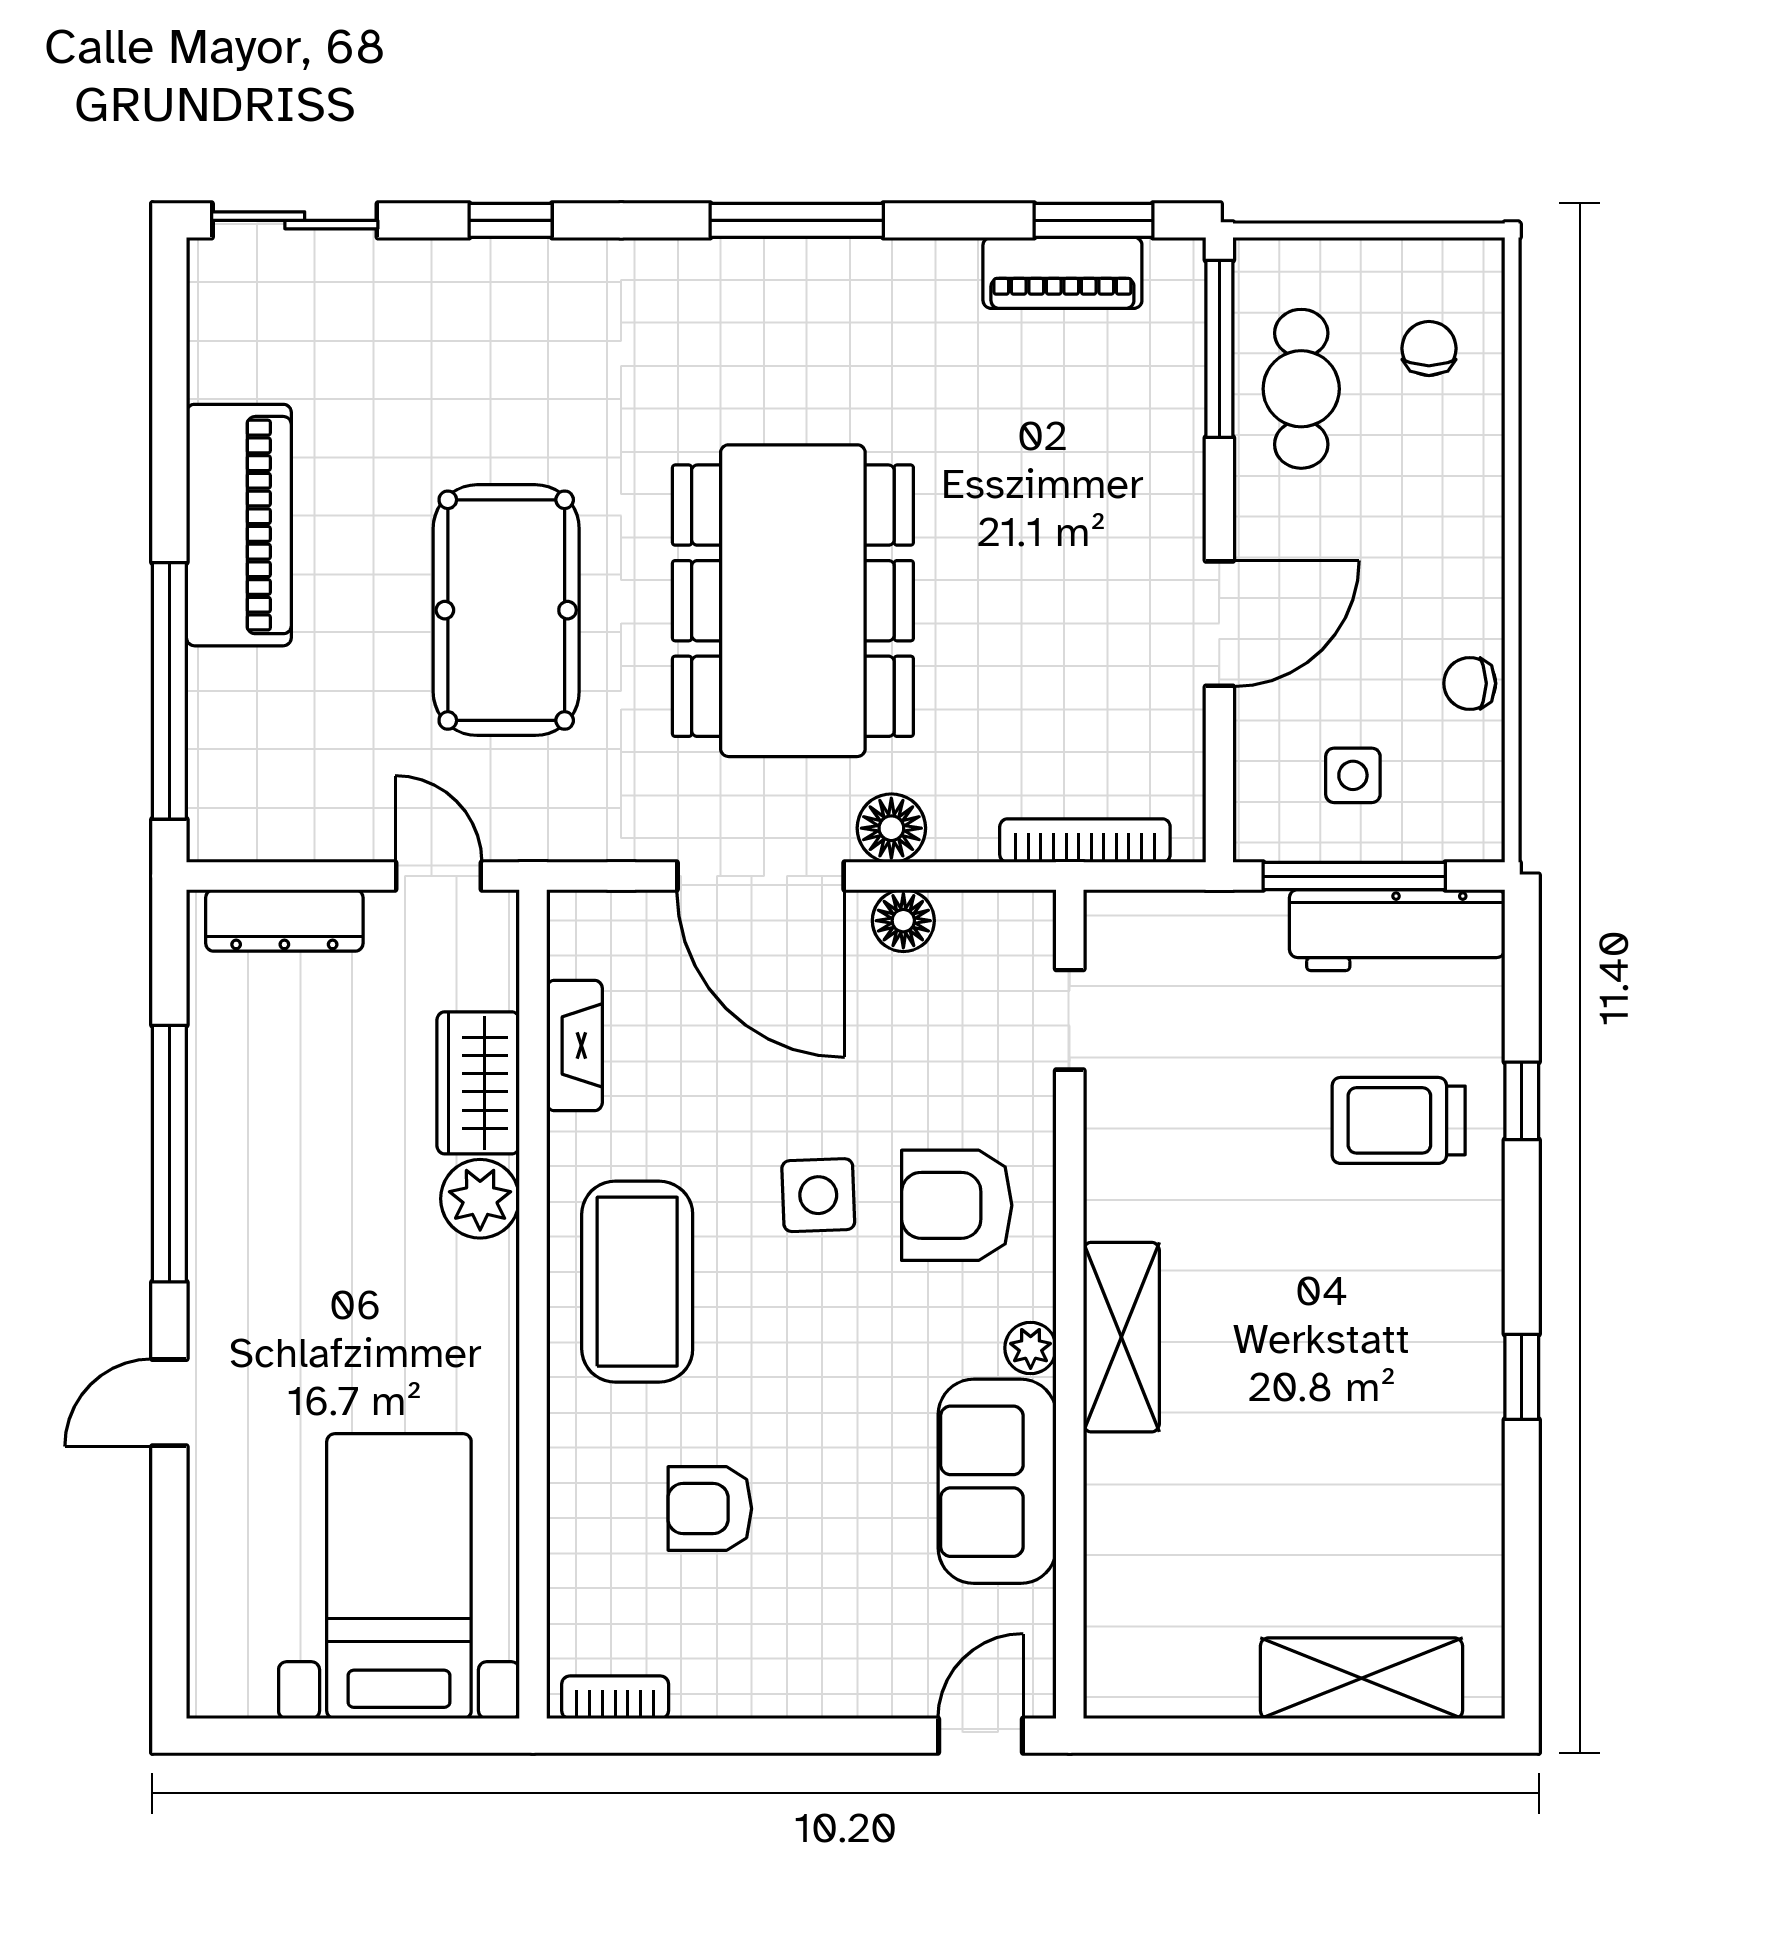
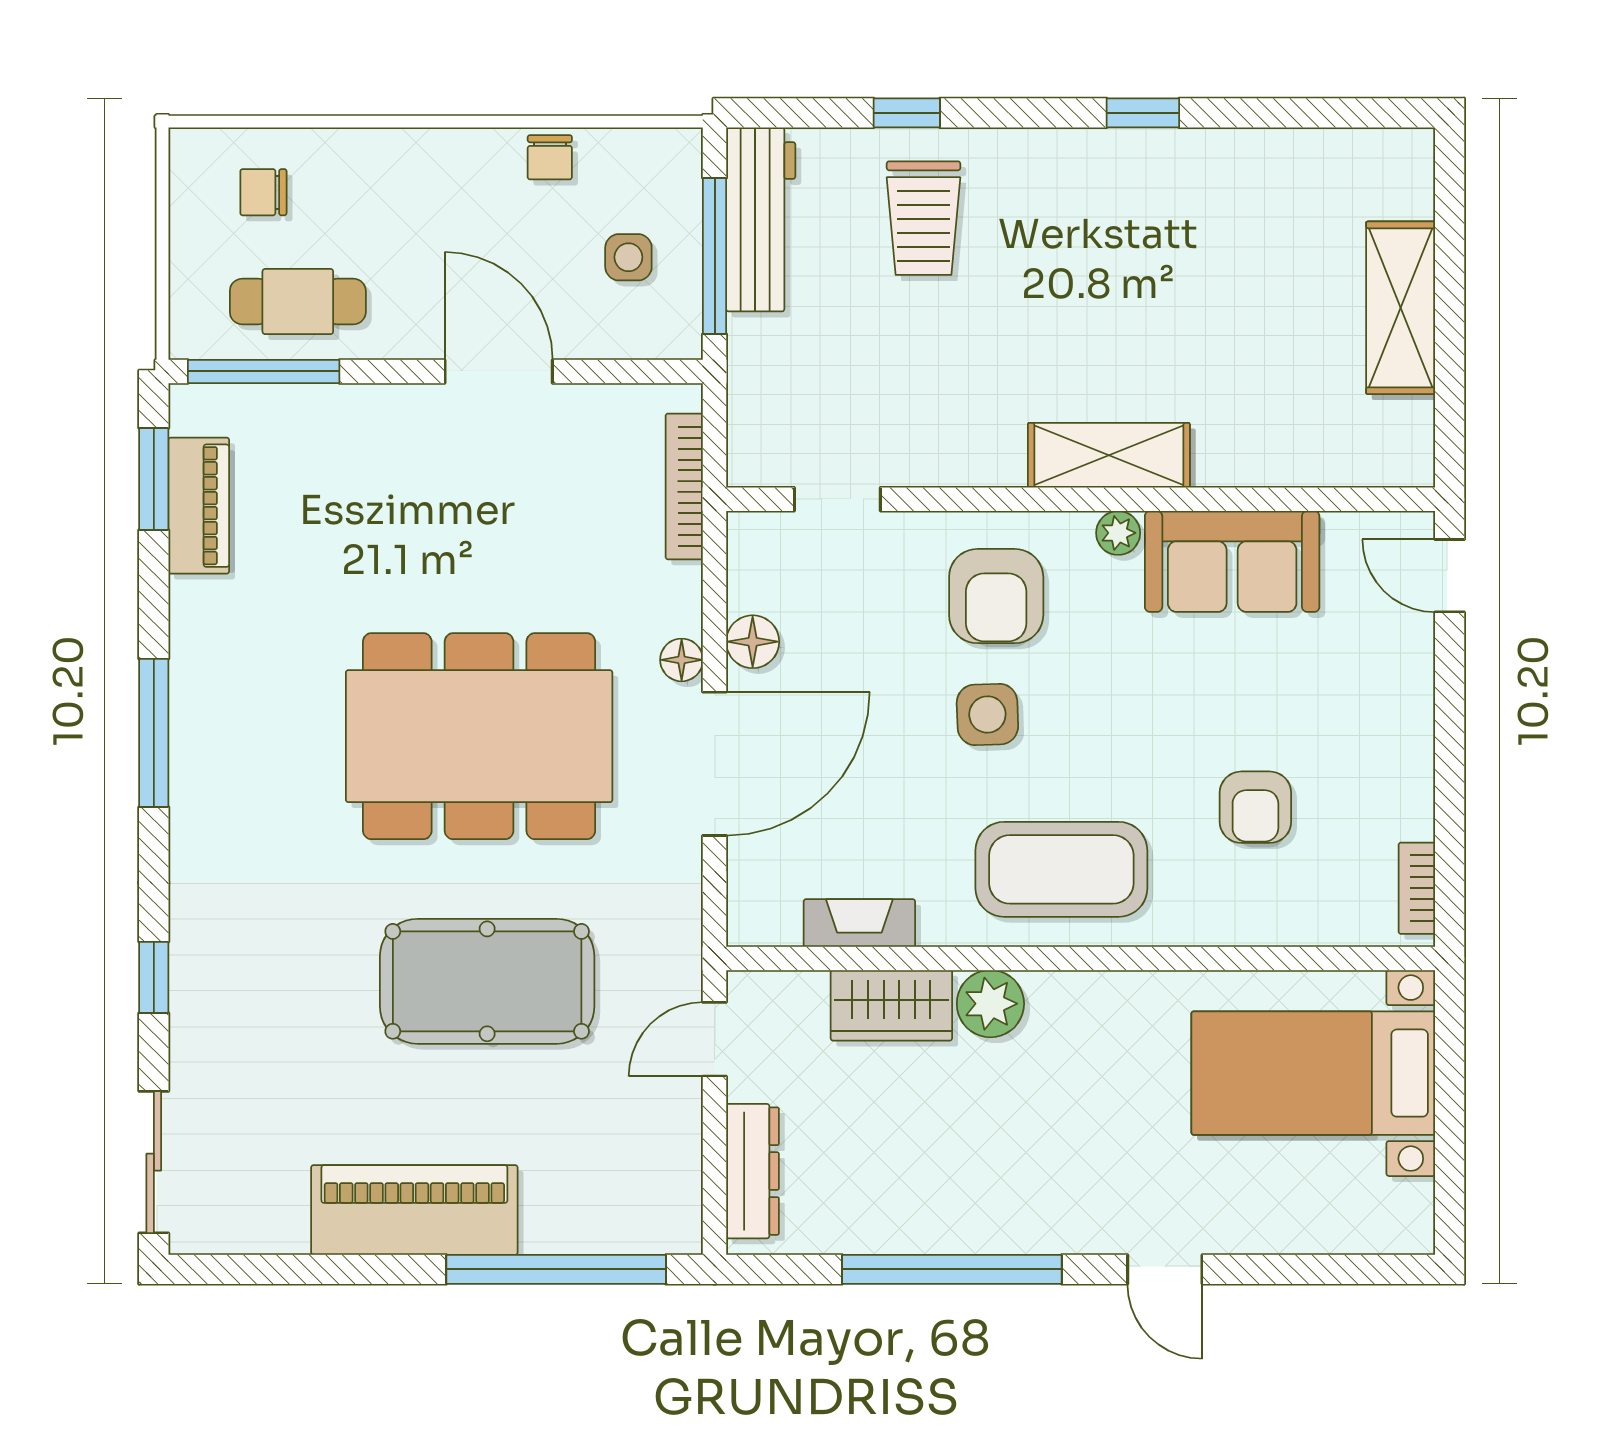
floor lamp: (891, 828) -> (682, 660), width x0.73, depth x0.73
shelving: (1361, 1678) -> (1401, 308), moved

